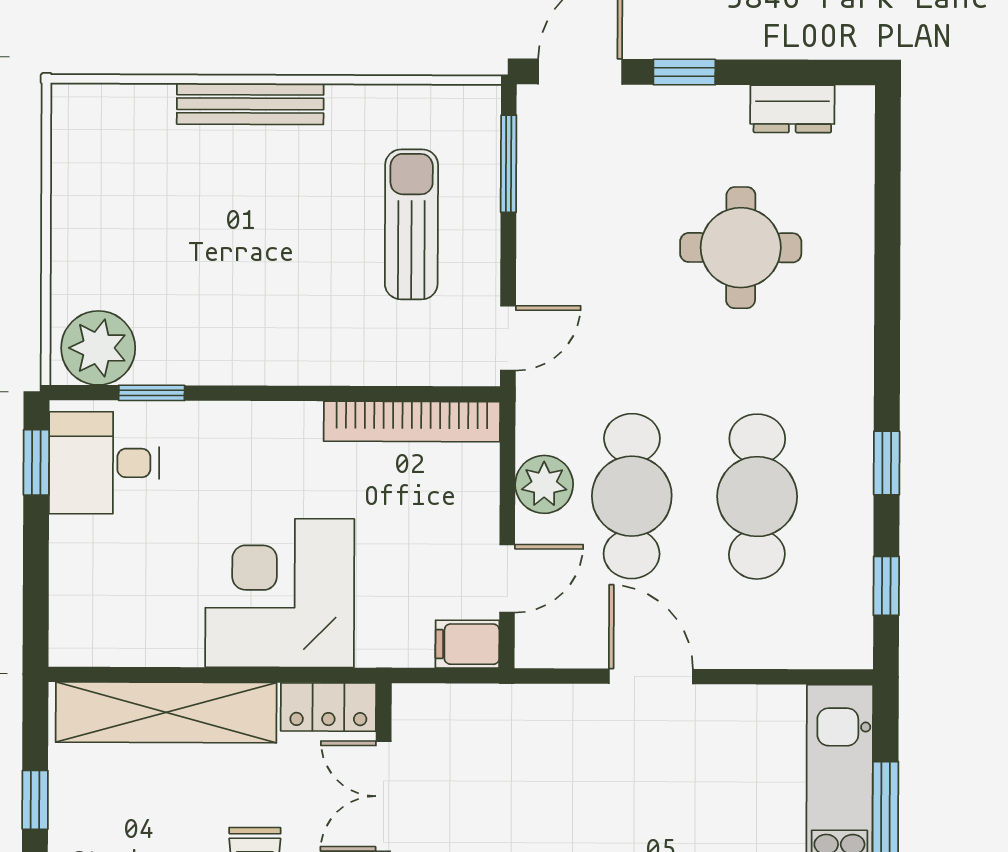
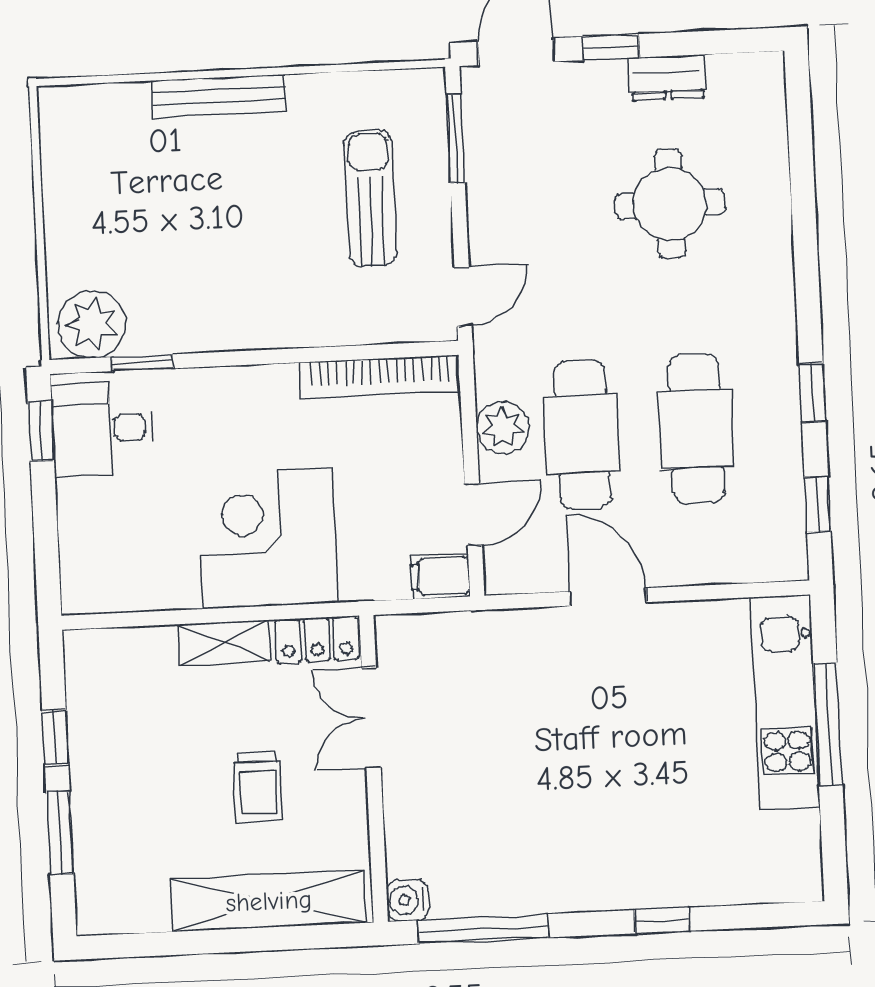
dresser: (792, 109) -> (668, 78), moved
shelving: (166, 712) -> (225, 643), width x0.45, depth x0.75

